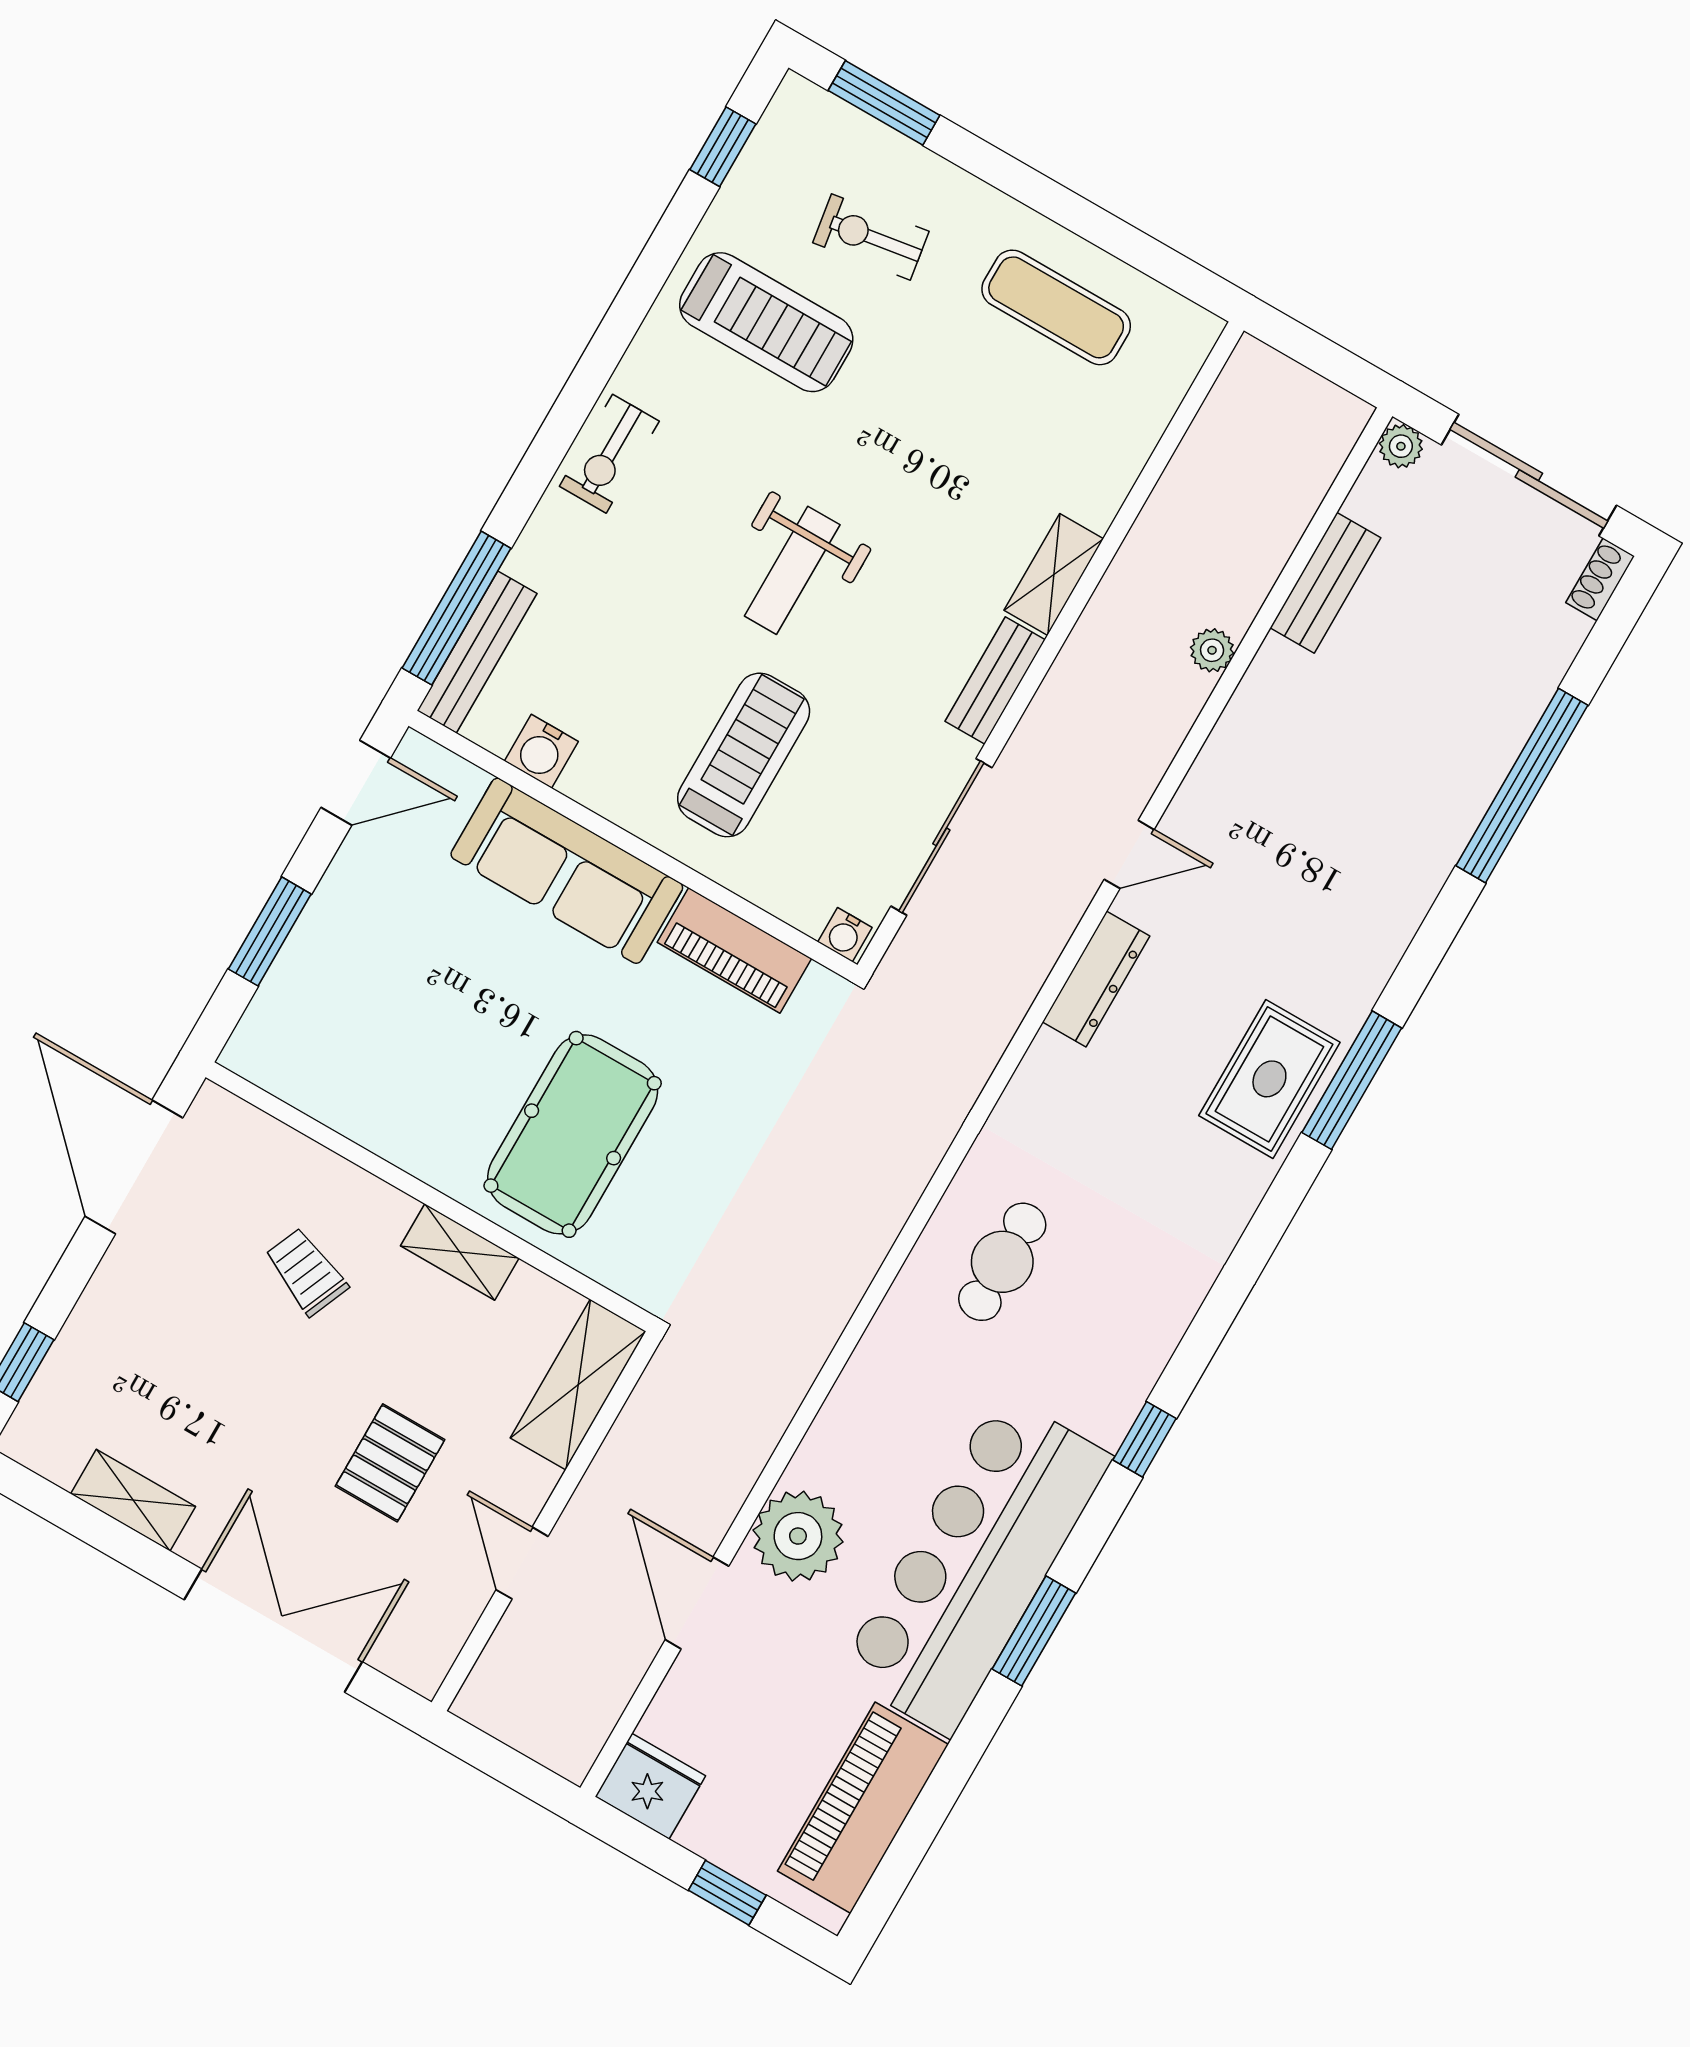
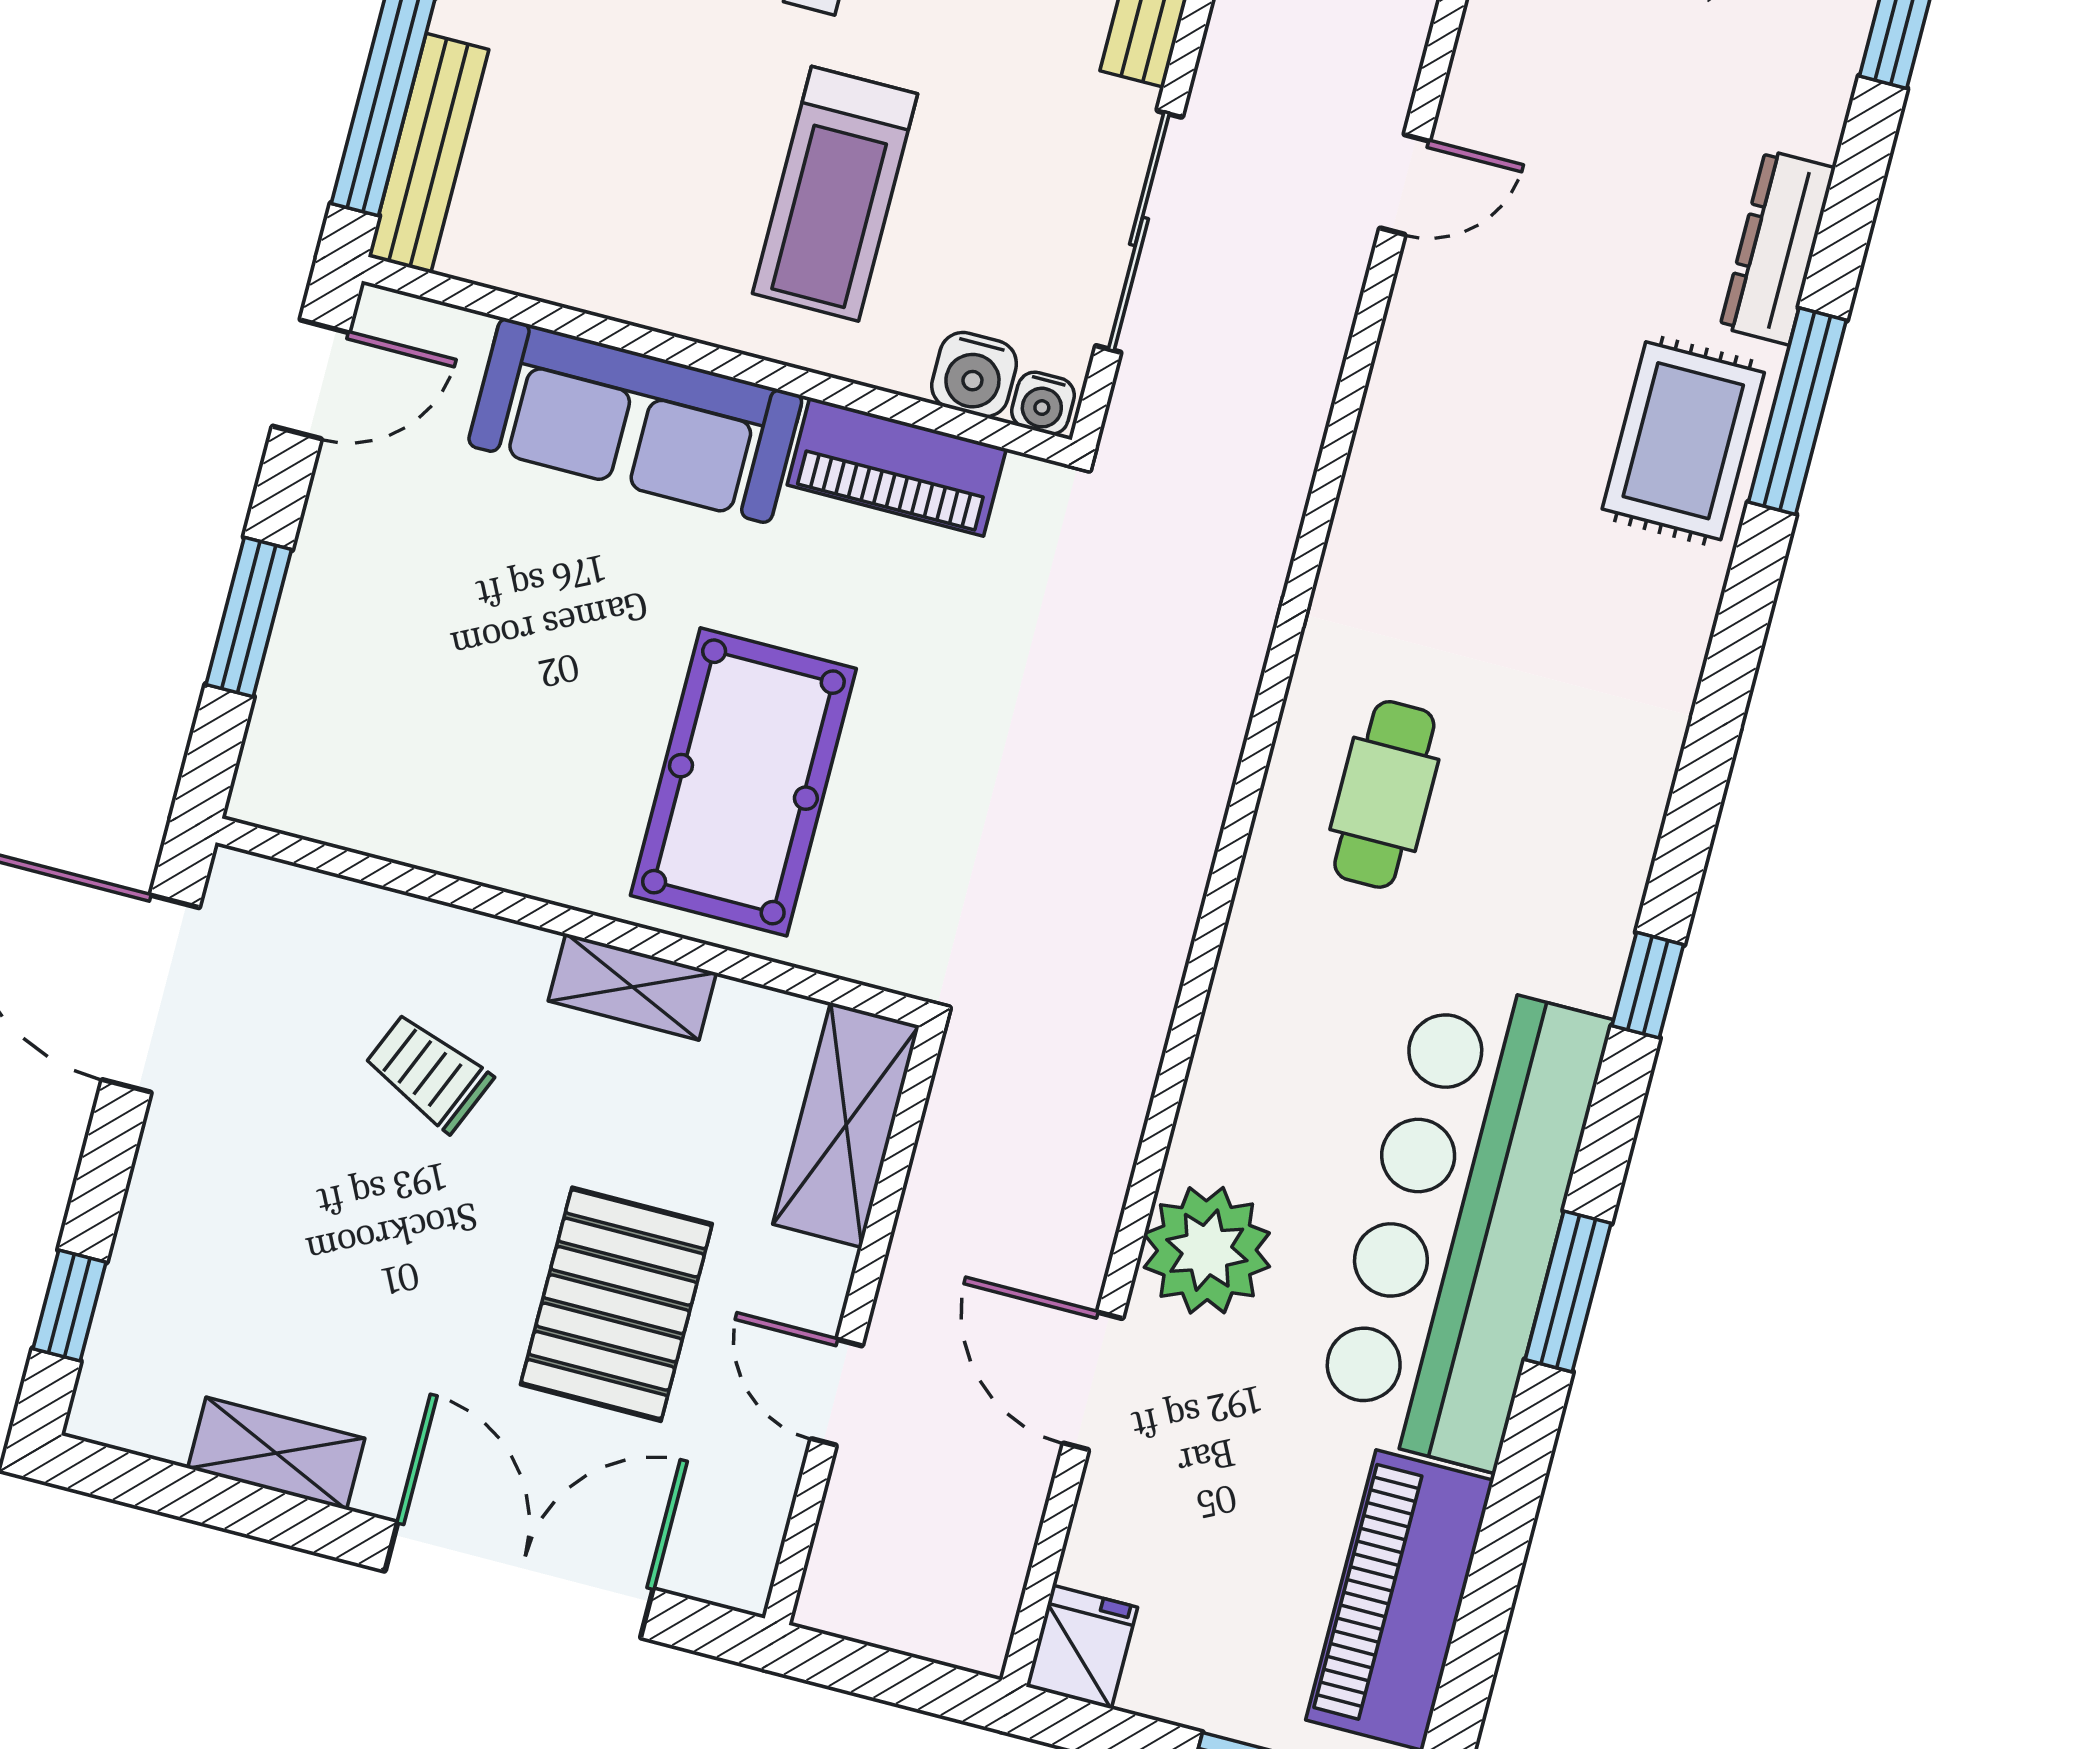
water cooler: (541, 751) -> (974, 375), moved
treadmill: (744, 755) -> (835, 194), turned 180
dresser: (1096, 979) -> (1778, 248), moved, turned 180
pallet: (390, 1463) -> (616, 1304), width x1.50, depth x1.42
fridge: (650, 1786) -> (1082, 1647), width x0.72

